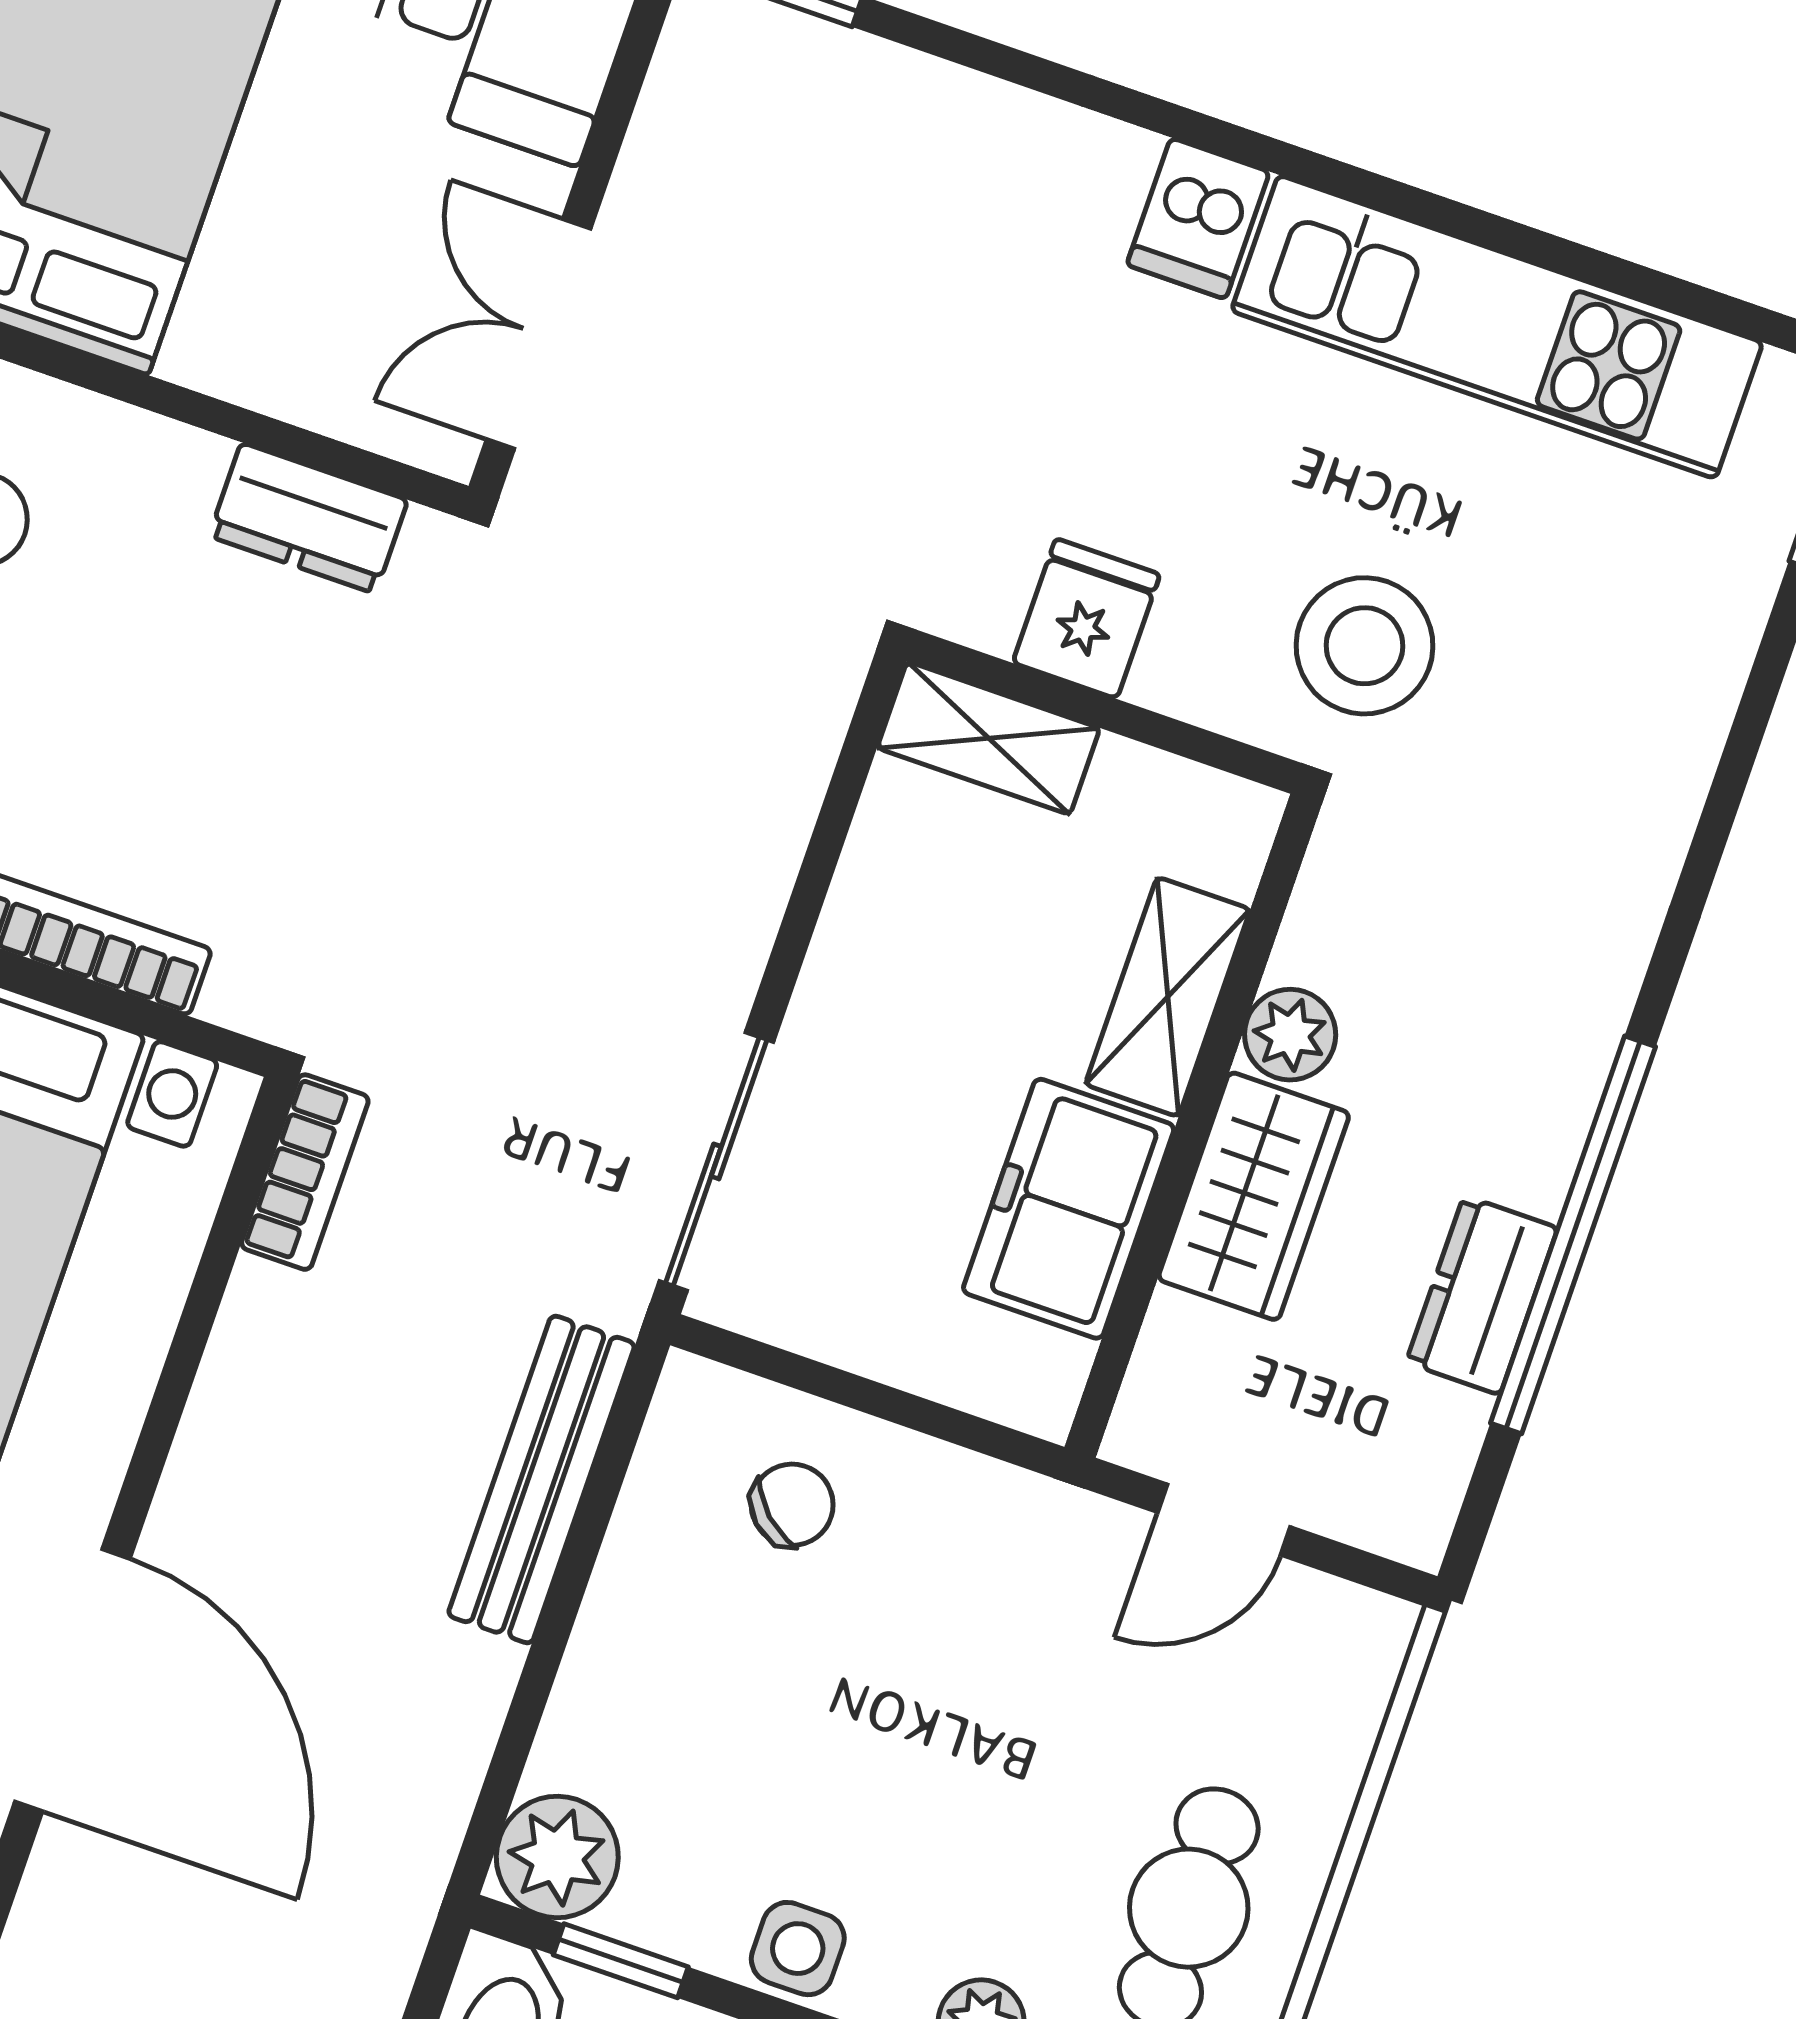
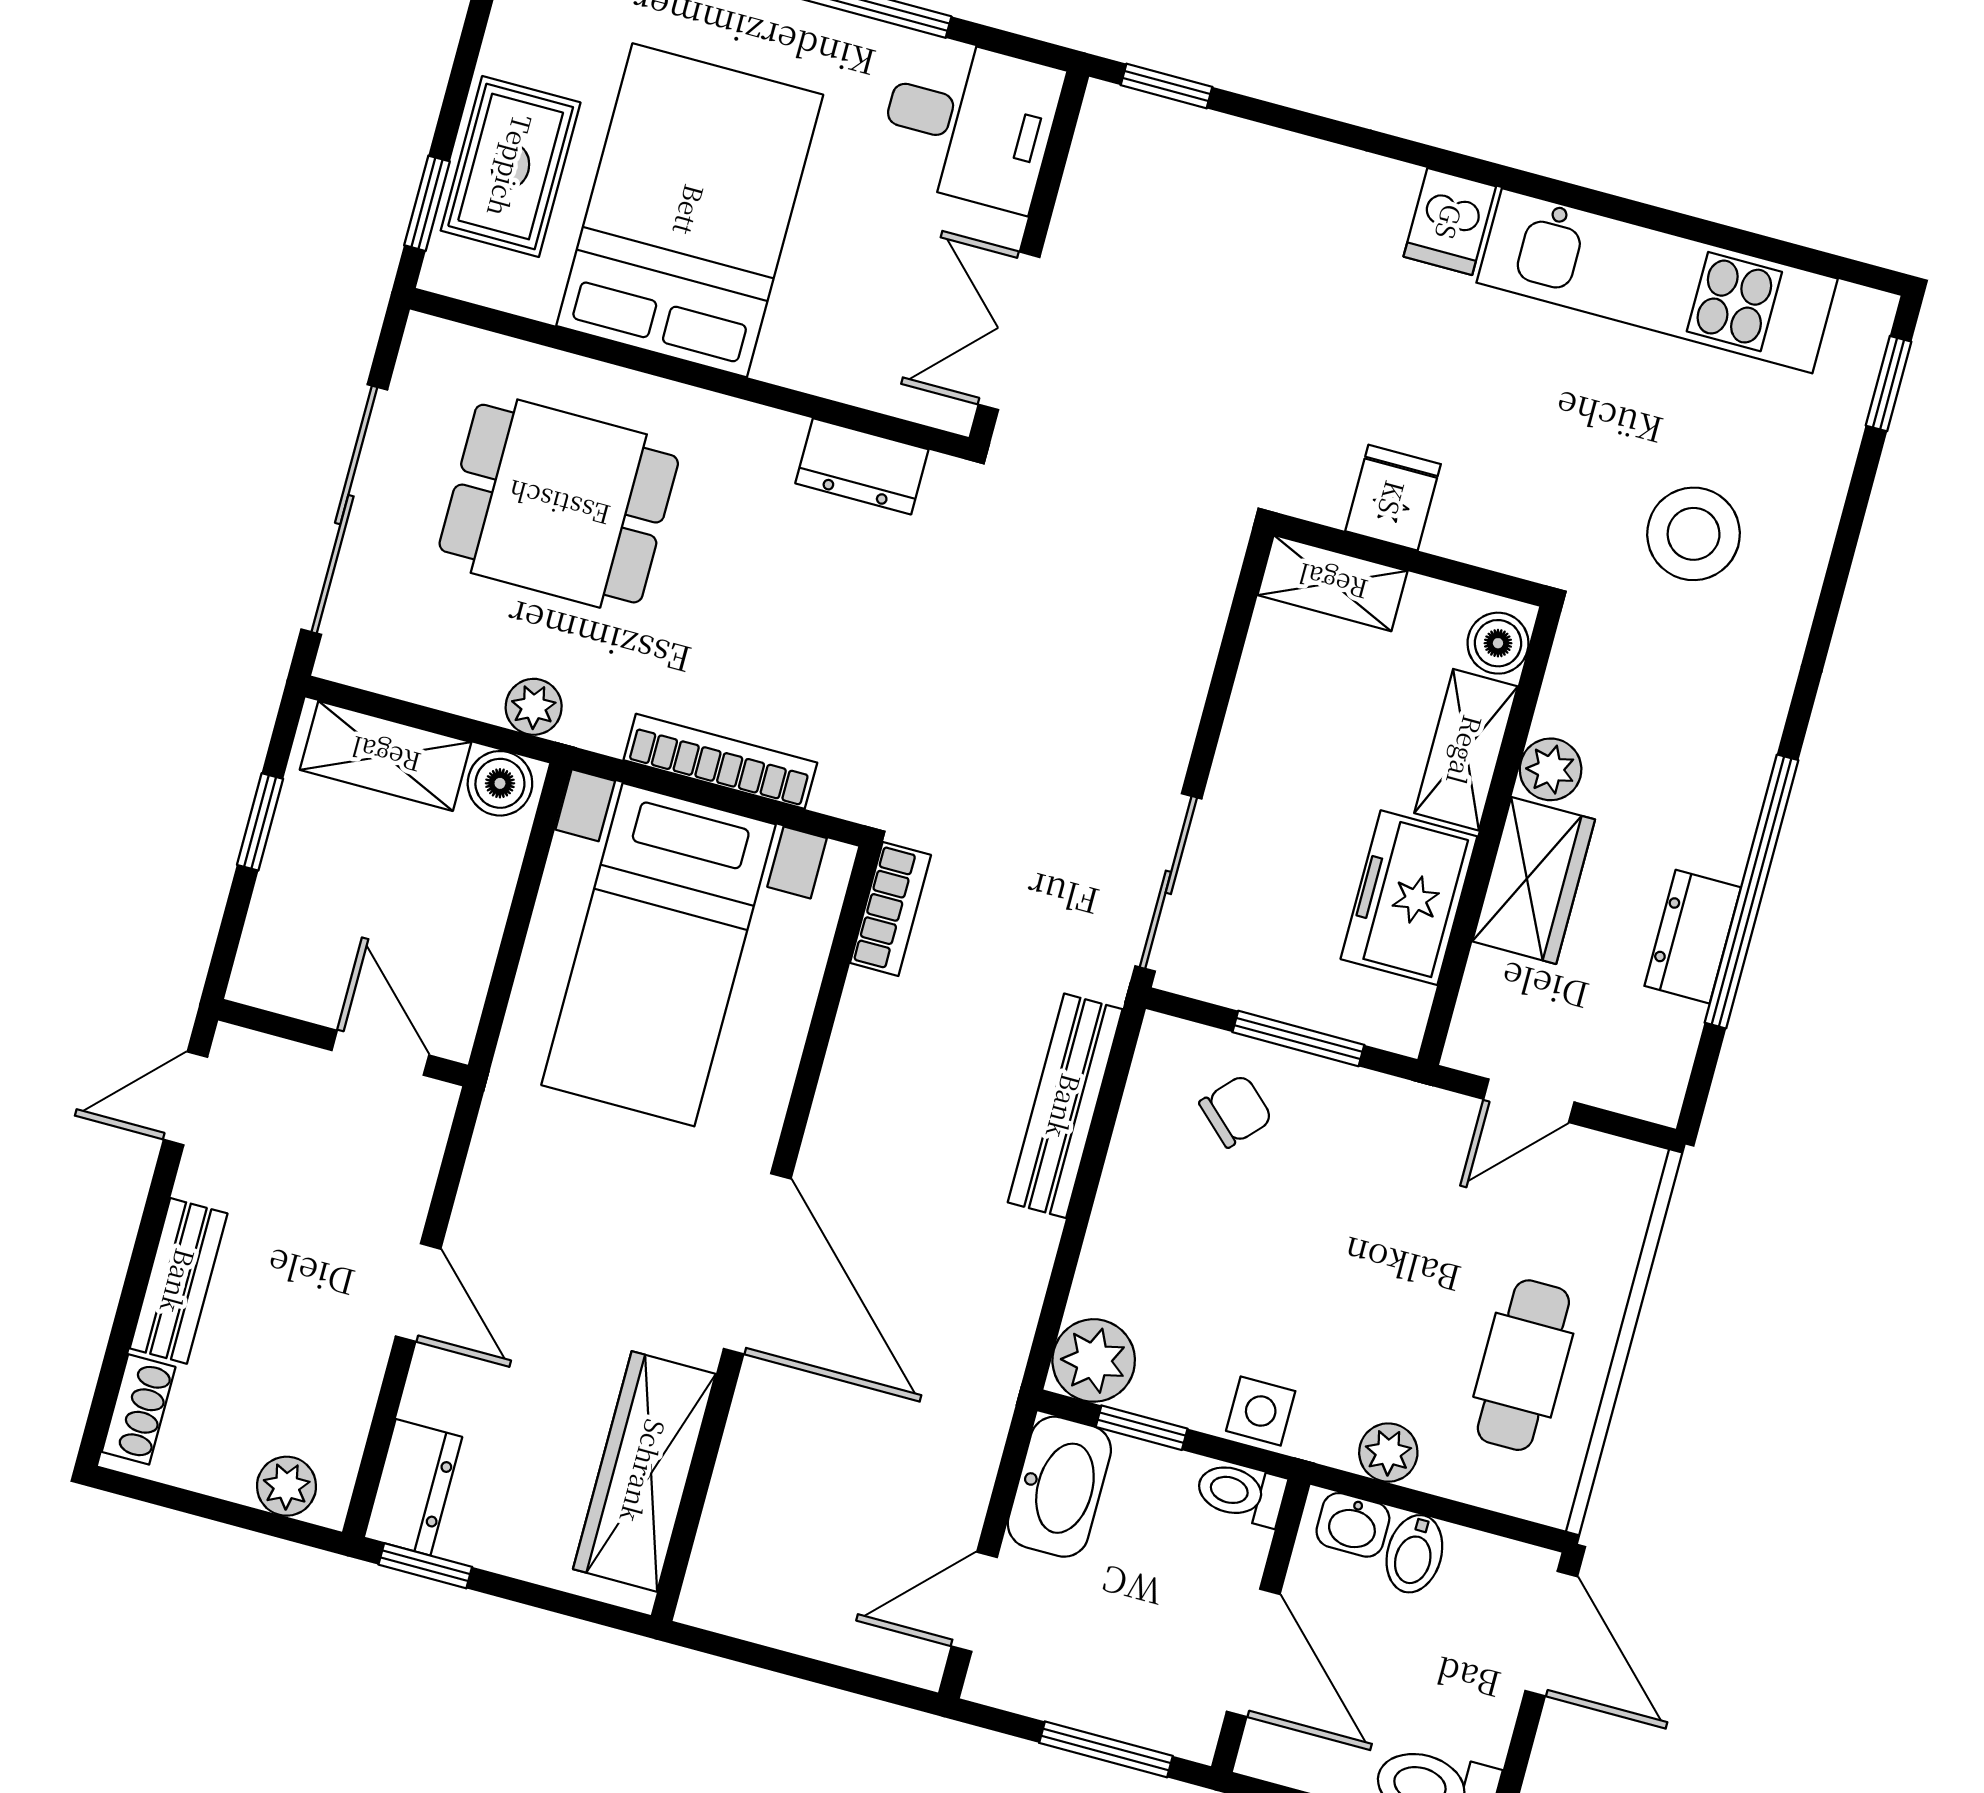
stool: (1365, 646) -> (1694, 534), moved
boiler: (1226, 844) -> (1498, 643), added
window: (891, 1404) -> (1298, 1039), added

